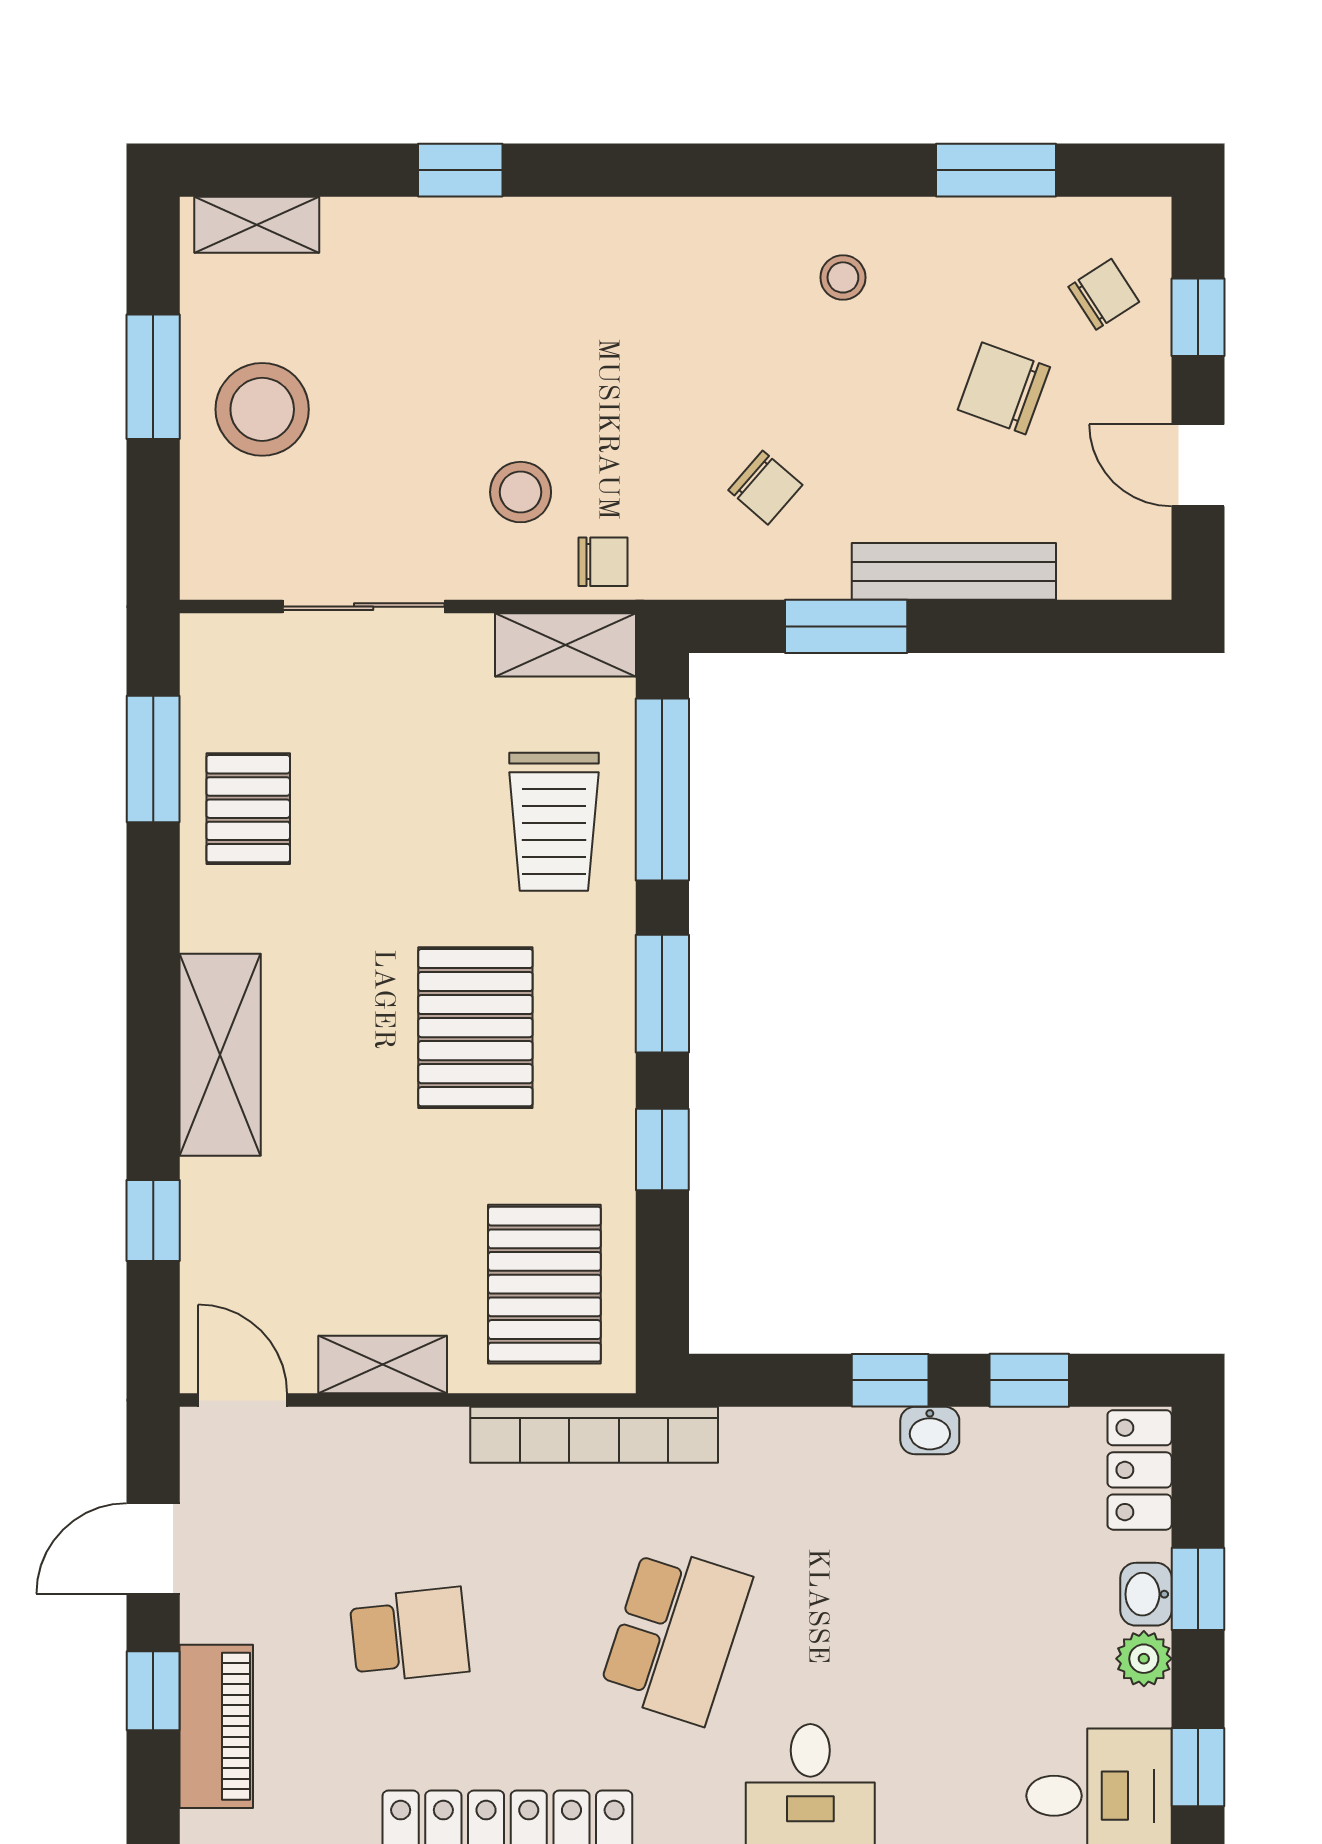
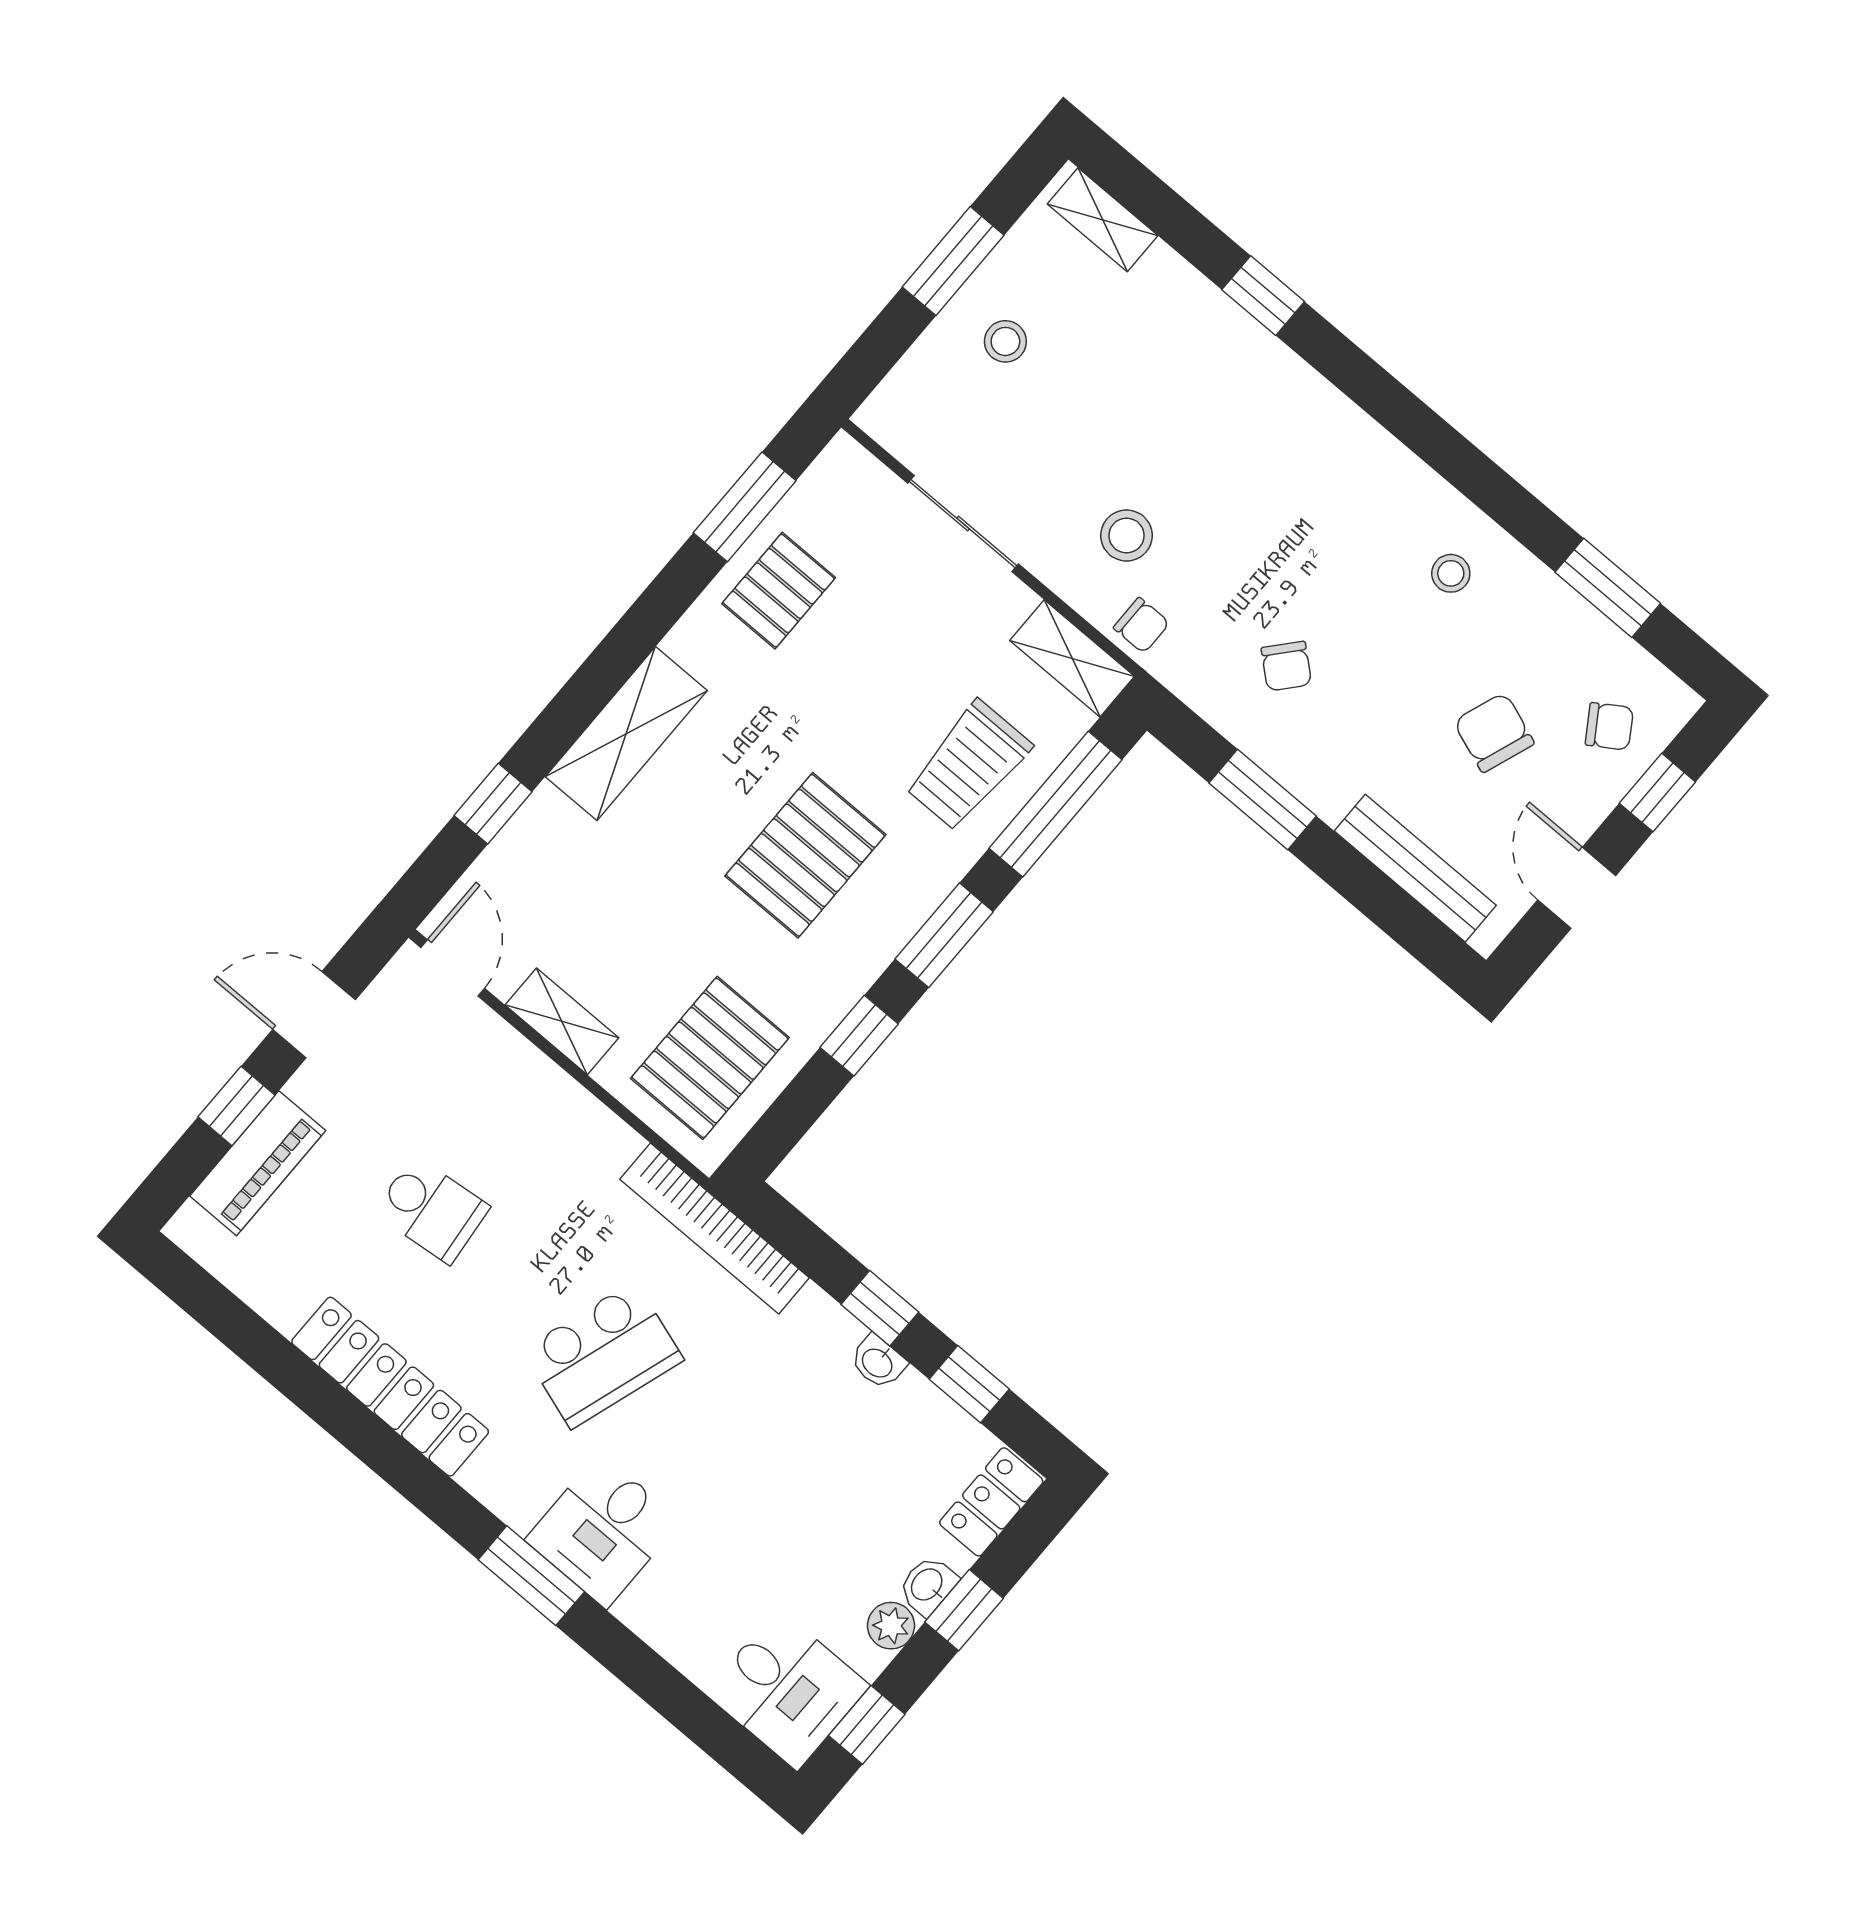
stool: (262, 409) -> (1005, 341), width x0.53, depth x0.53
bench: (954, 571) -> (1415, 868), moved
bookcase: (594, 1435) -> (715, 1228), moved

